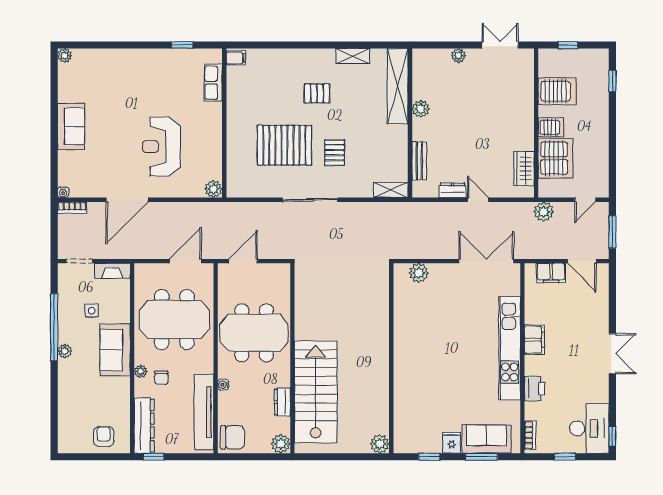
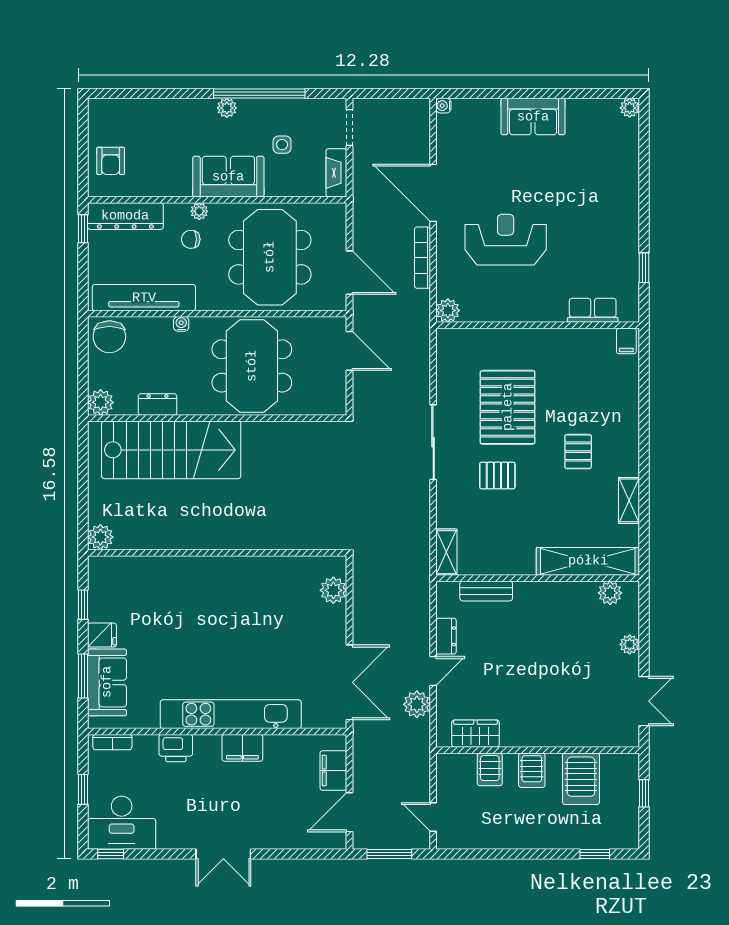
plant: (421, 109) -> (610, 593), moved
server rack: (556, 158) -> (490, 769), width x0.46, depth x0.70
bookcase: (72, 208) -> (422, 258), moved, width x1.56
plant: (544, 212) -> (417, 704), moved
armchair: (104, 436) -> (111, 161), turned 90

